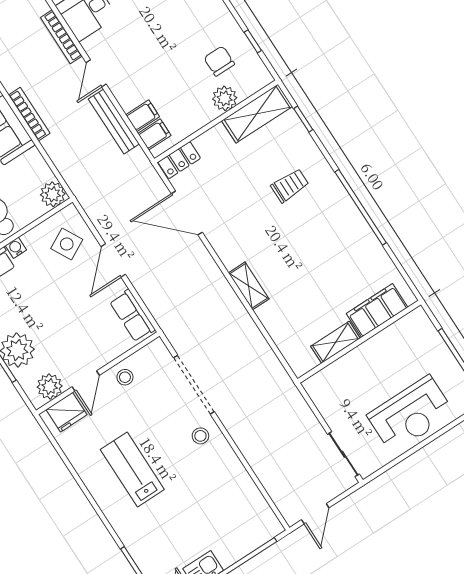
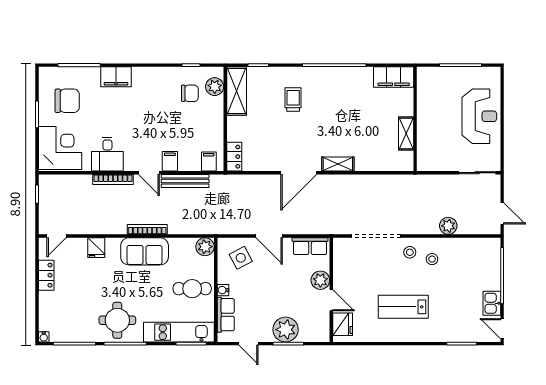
chair: (219, 61) -> (190, 93), turned 180
plant: (225, 98) -> (215, 87), moved
filing cabinet: (143, 116) -> (170, 161), moved
door: (187, 213) -> (299, 173), moved
filing cabinet: (377, 310) -> (394, 77), moved, turned -90
stool: (125, 377) -> (432, 259), moved
plant: (50, 386) -> (320, 280), moved
plant: (260, 461) -> (448, 226), added

